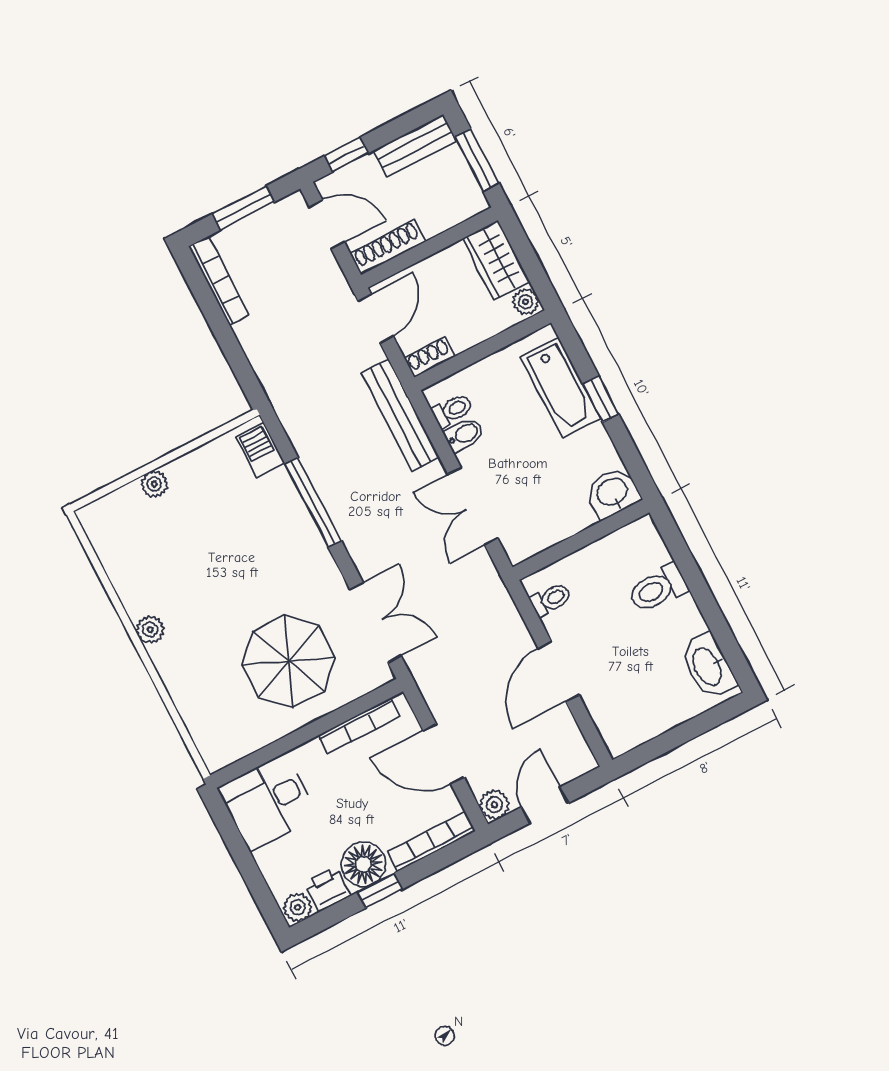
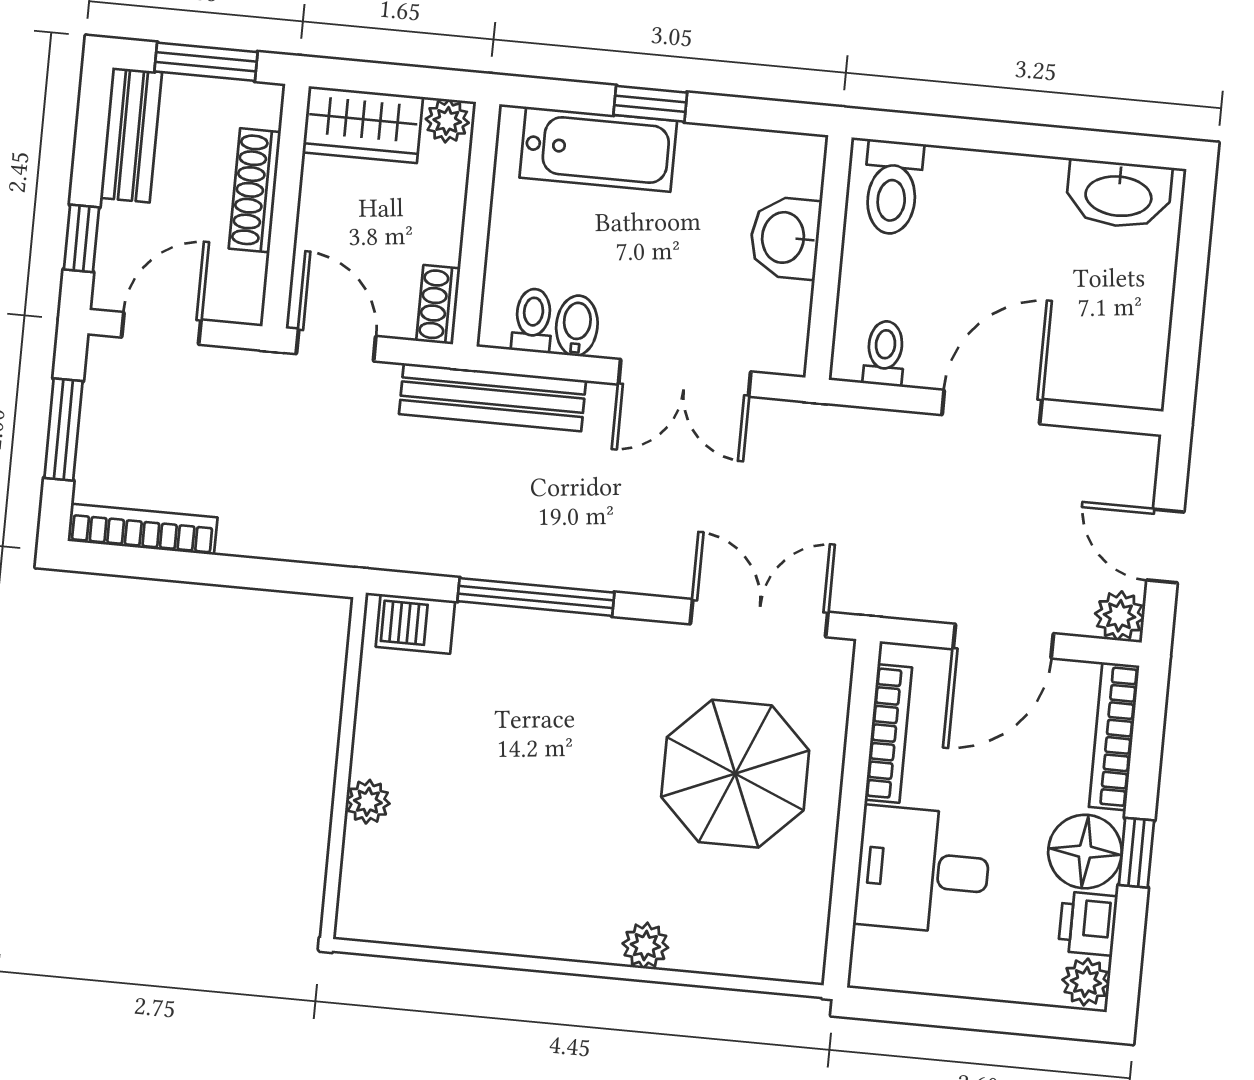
shoe rack: (388, 247) -> (255, 190), moved
washbasin: (613, 493) -> (785, 238), moved
toilet: (658, 589) -> (892, 187), moved
plant: (150, 630) -> (645, 946), moved
door: (559, 672) -> (992, 407), swing flipped
desk: (268, 802) -> (923, 870), moved, turned 90

